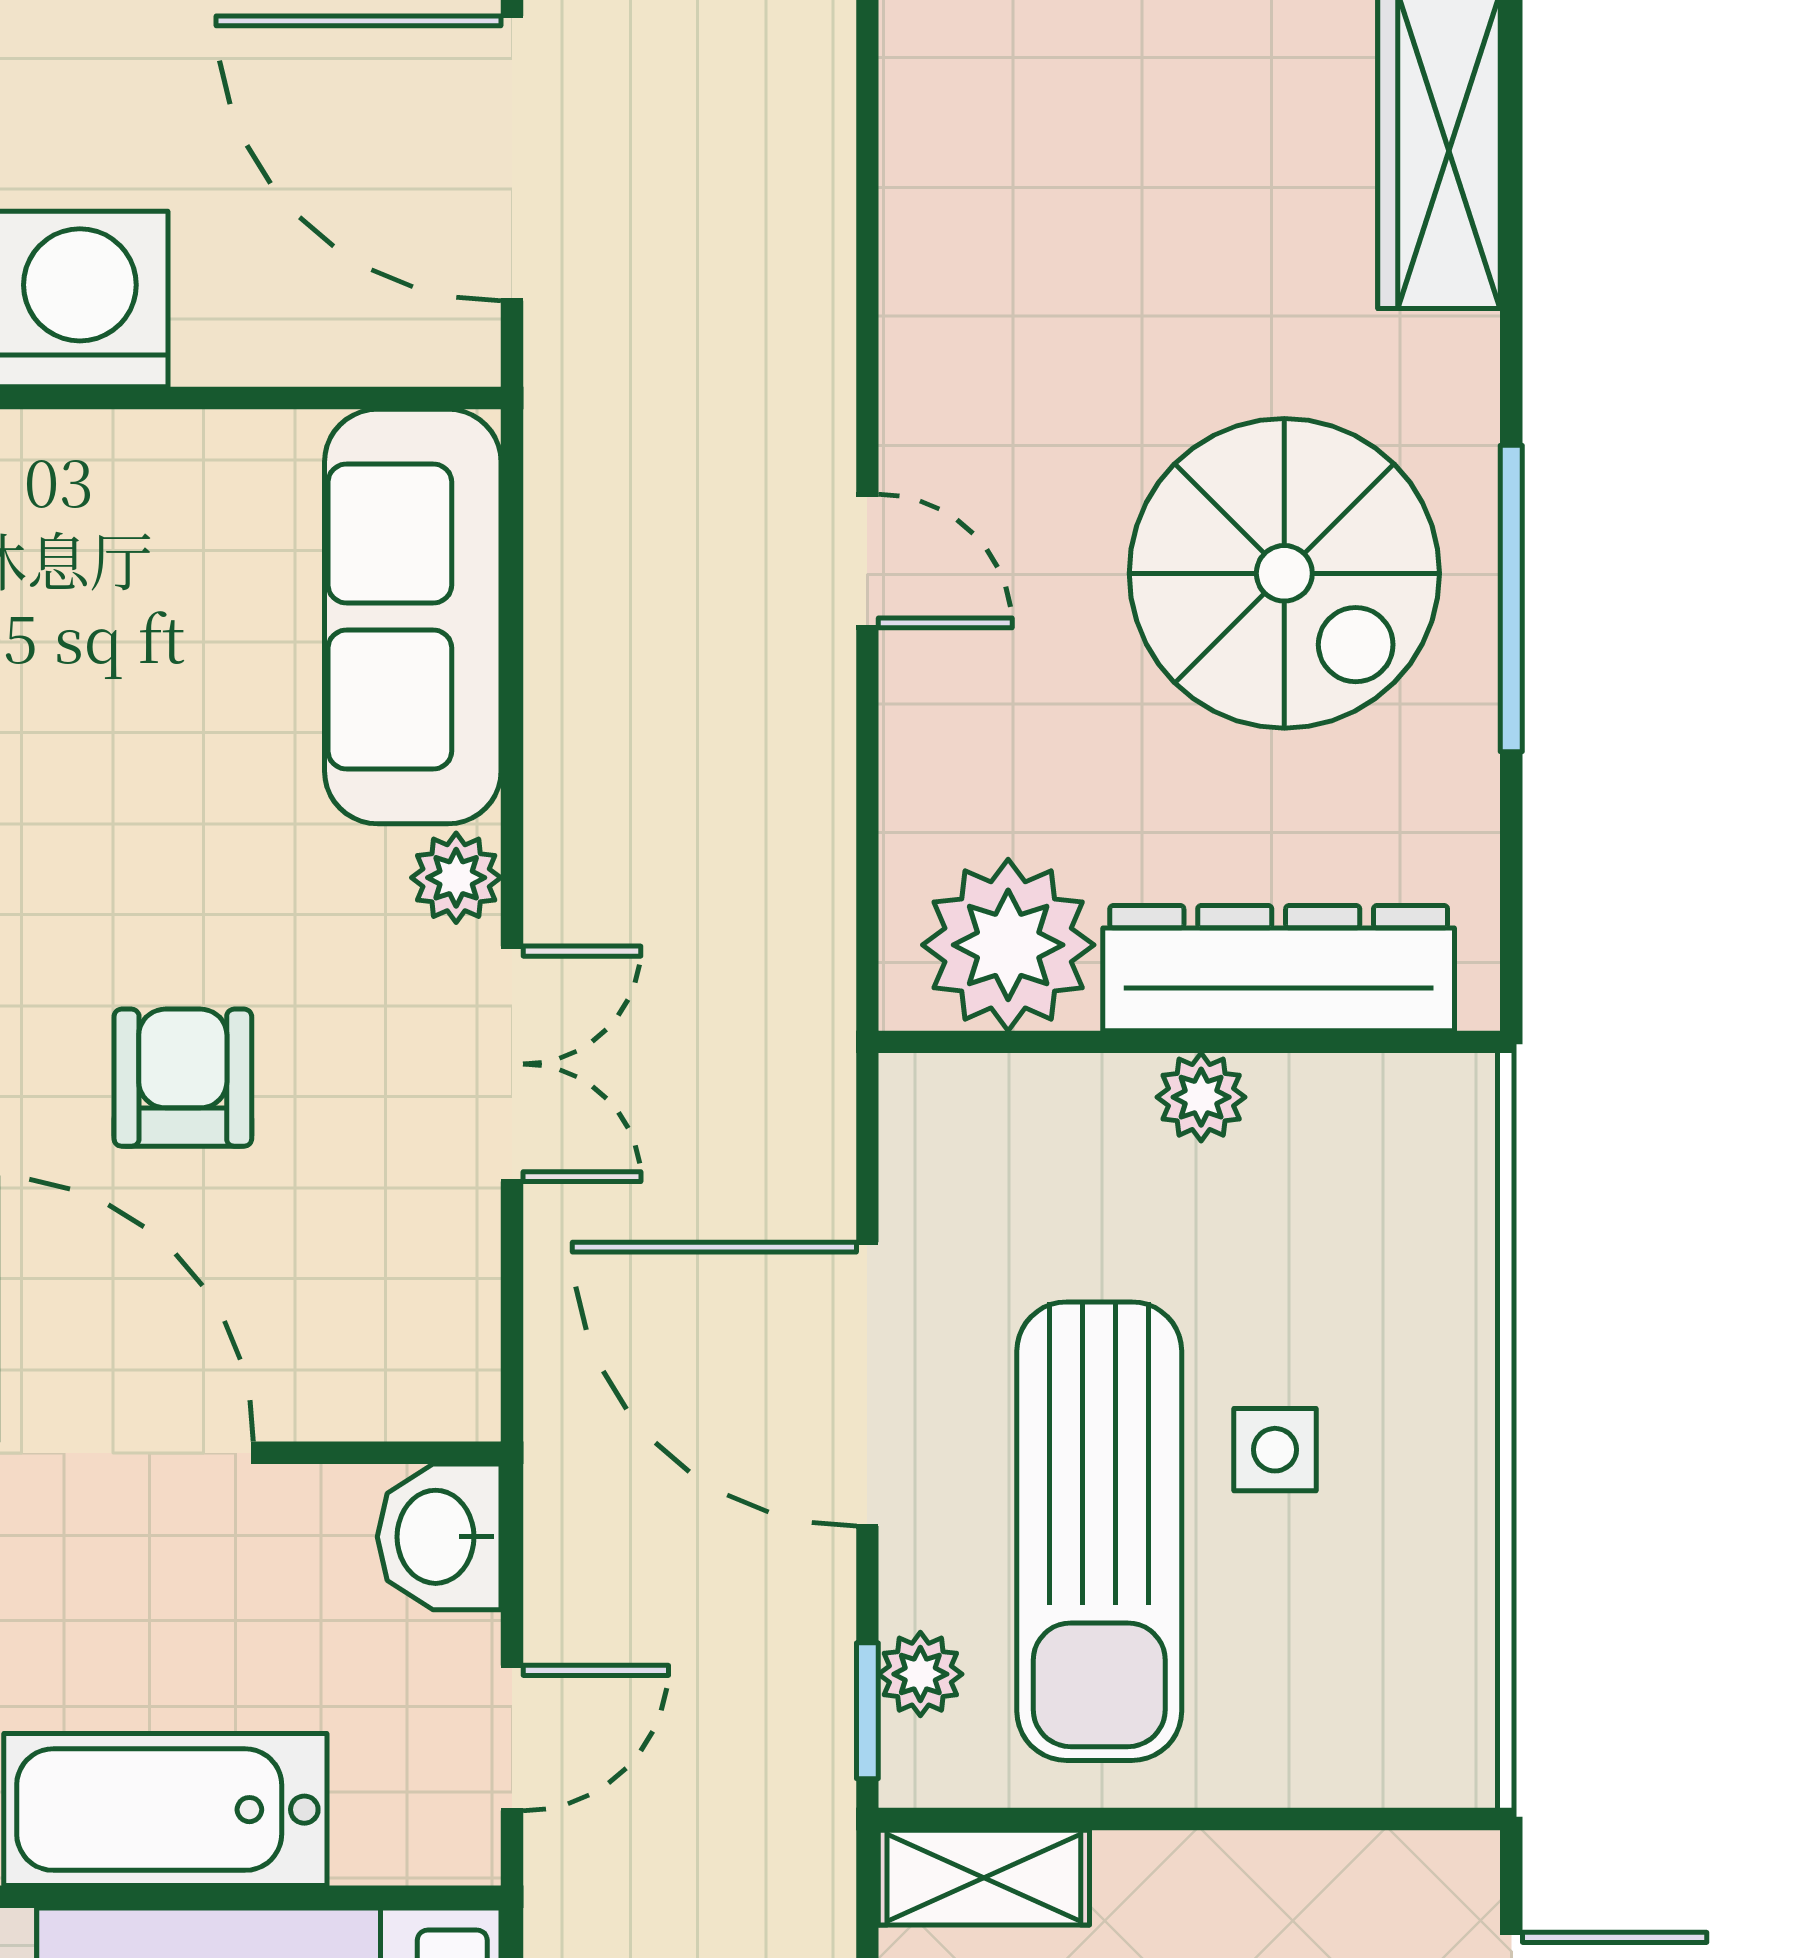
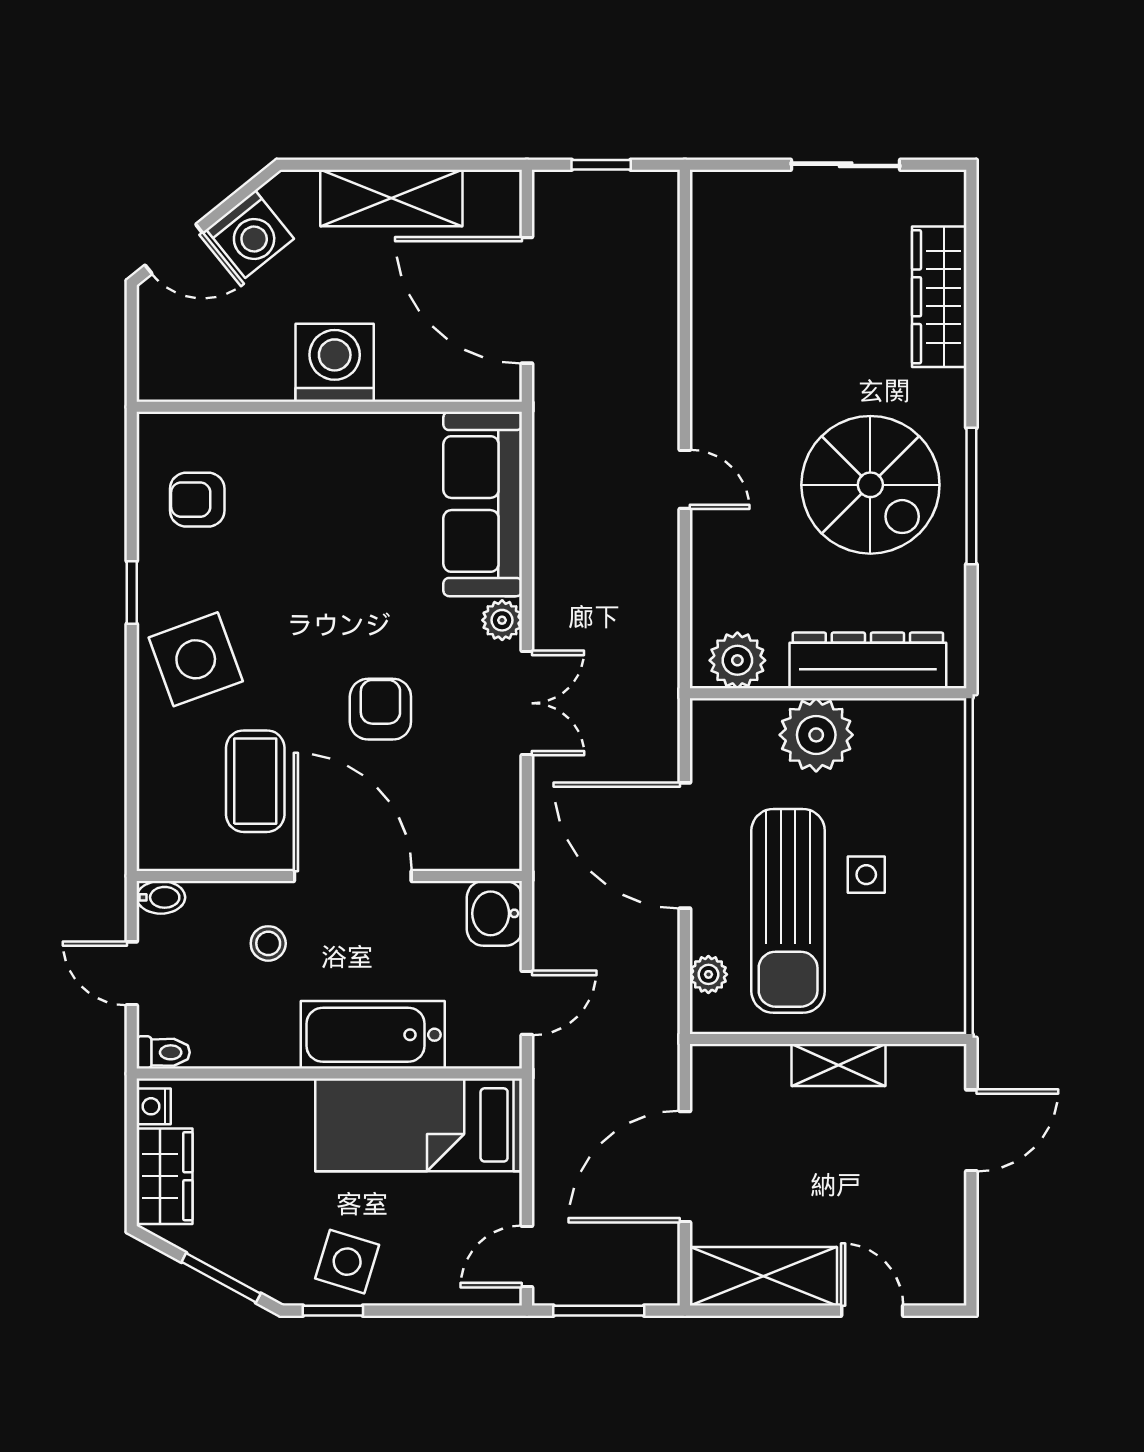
plant: (1008, 945) -> (737, 660), width x0.73, depth x0.73
plant: (1201, 1097) -> (816, 735), width x1.87, depth x1.87
window: (867, 1711) -> (685, 991), removed
shelving: (984, 1878) -> (838, 1065), moved

